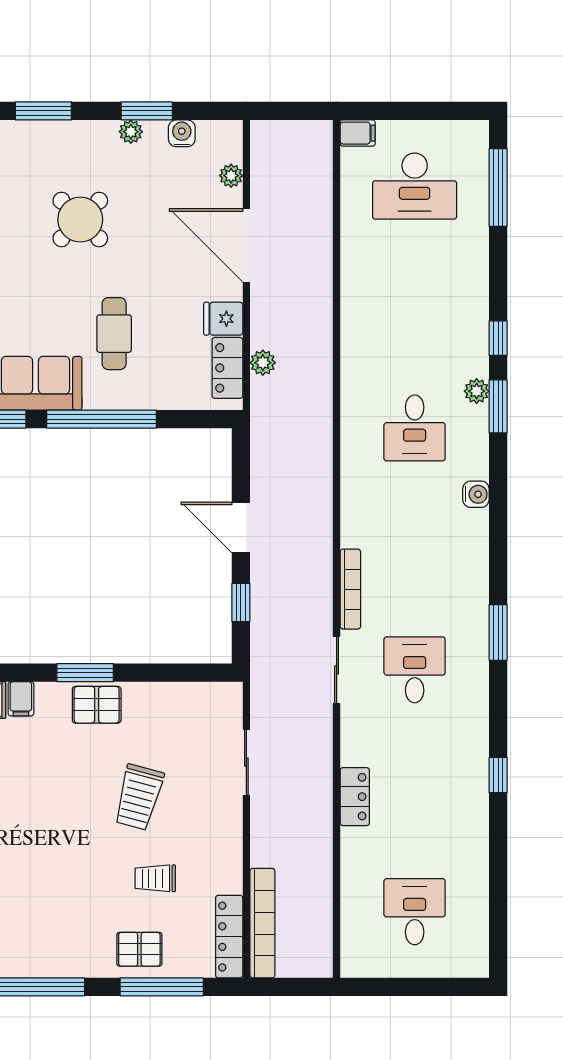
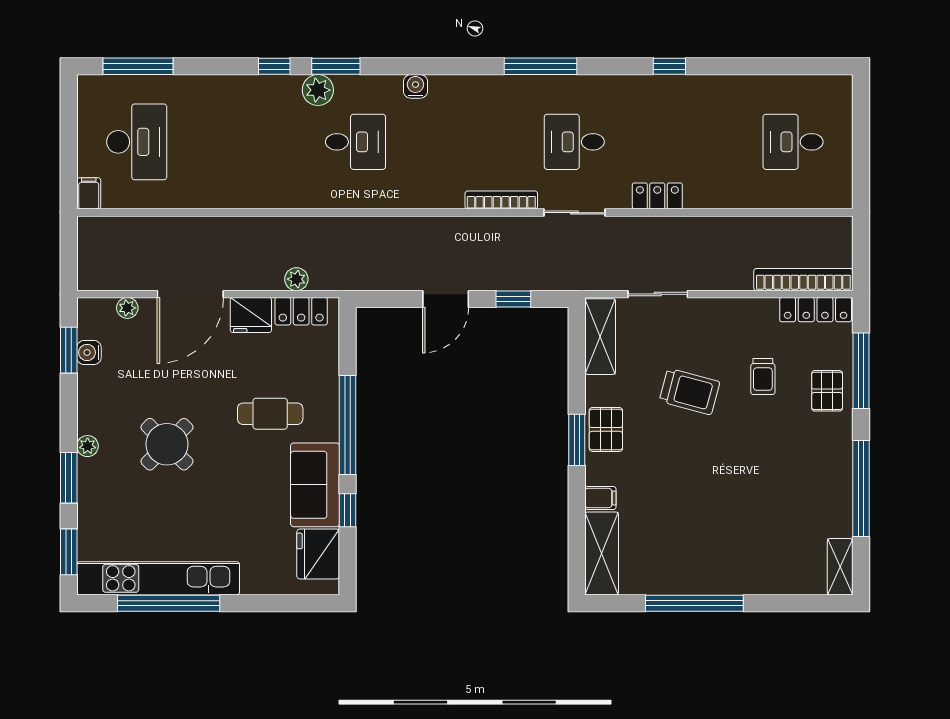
window: (147, 111) -> (69, 350), moved
plant: (131, 132) -> (88, 446), moved
fridge: (223, 319) -> (251, 315), width x1.38
plant: (477, 391) -> (318, 90), width x1.38, depth x1.38
window: (498, 632) -> (540, 66), width x1.44
shelving: (199, 698) -> (600, 337), added
locker: (355, 797) -> (657, 196), moved

